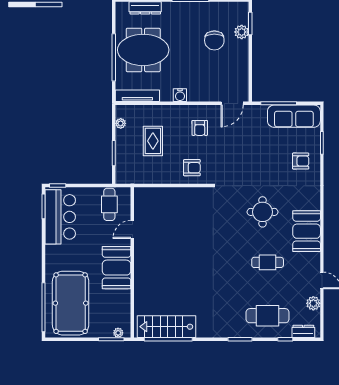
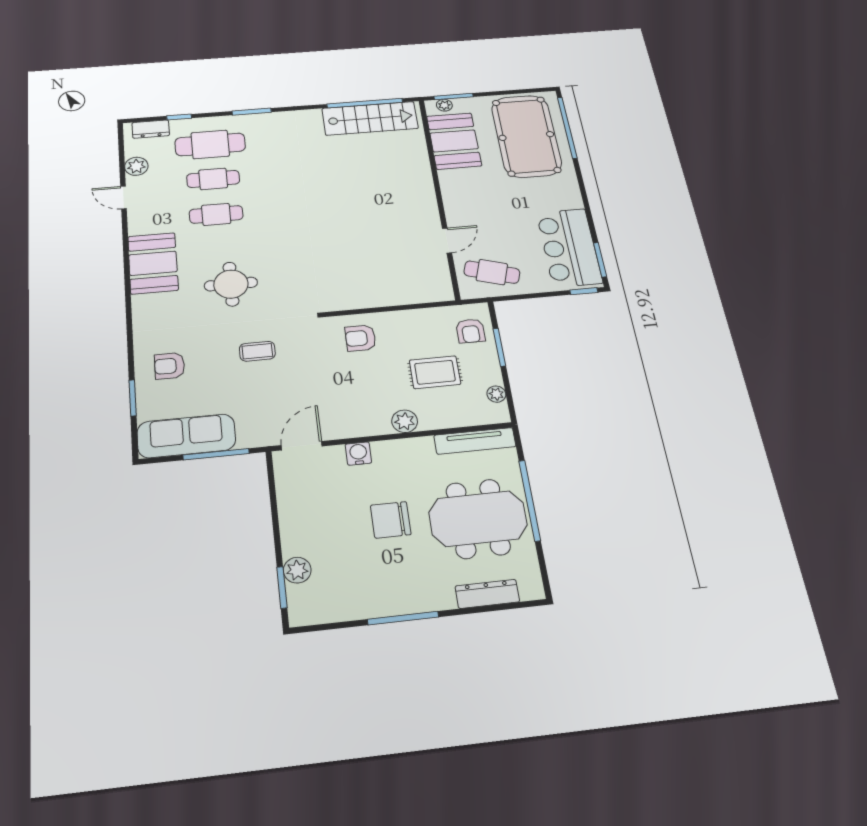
chair: (214, 40) -> (391, 520), moved, turned -90
water cooler: (180, 95) -> (358, 453), moved
plant: (174, 112) -> (405, 421), added
armchair: (200, 128) -> (470, 331), moved, turned 180
rug: (153, 141) -> (435, 372), turned 90
coffee table: (251, 165) -> (257, 351), added
cafe table: (109, 204) -> (492, 272), turned -73
booth: (117, 268) -> (454, 141), moved
cafe table: (268, 289) -> (213, 179), added

